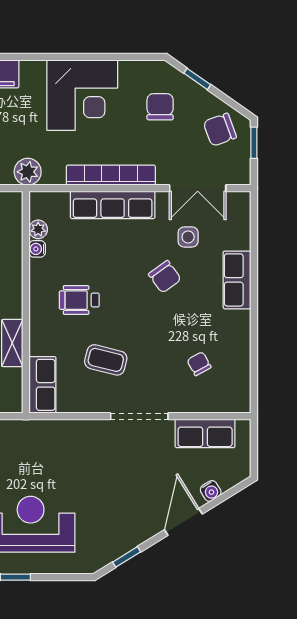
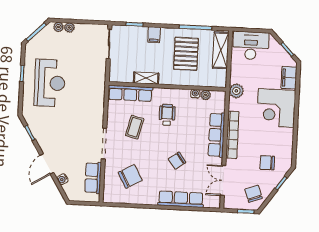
corner desk: (82, 95) -> (276, 108), moved
chair: (160, 107) -> (267, 163), turned 180
side table: (188, 237) -> (198, 174), removed
row of seats: (237, 280) -> (181, 199), width x1.48
chair: (199, 364) -> (130, 176), width x1.87, depth x1.87
row of seats: (42, 385) -> (130, 93), width x1.48
door: (183, 522) -> (47, 164), swing flipped

